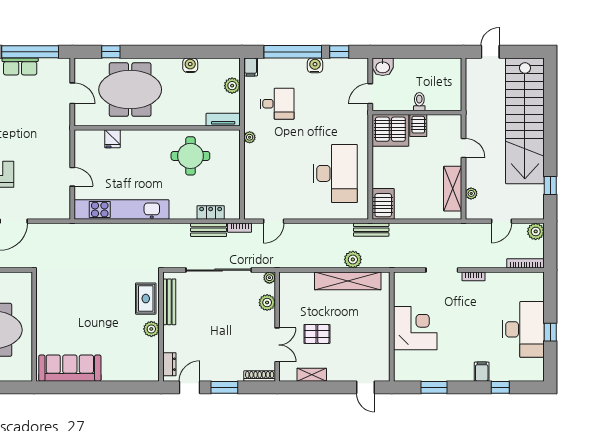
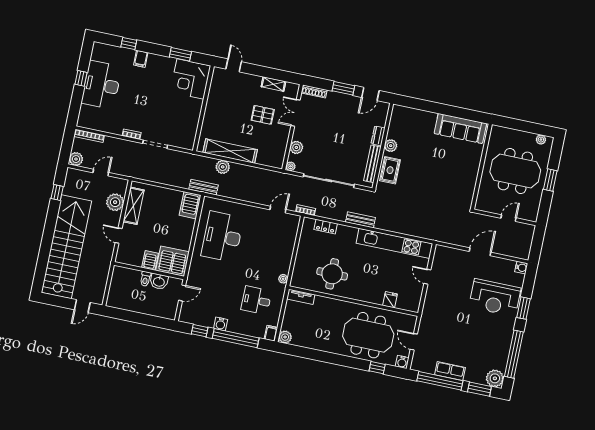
water cooler: (190, 65) -> (402, 362), moved
washbasin: (383, 67) -> (159, 281), moved, turned 180
plant: (232, 86) -> (285, 337), moved
plant: (471, 193) -> (115, 202), width x1.88, depth x1.88
bench: (209, 230) -> (360, 220), moved
corner desk: (415, 328) -> (190, 79), moved
dresser: (169, 364) -> (378, 136), moved

